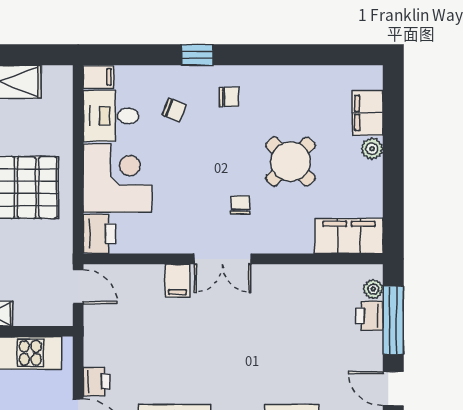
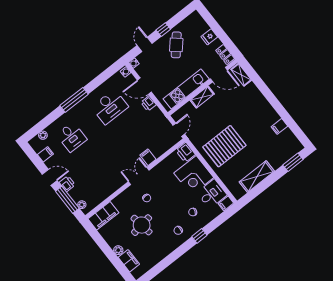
round table: (290, 162) -> (142, 225), turned 36
door: (78, 287) -> (179, 130), swing flipped
printer: (369, 316) -> (67, 184), moved

